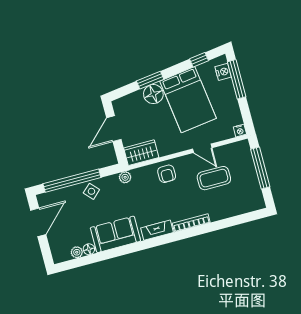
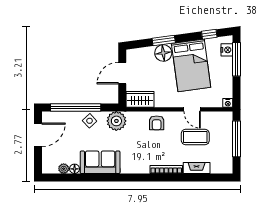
plant: (125, 177) -> (116, 121), width x1.88, depth x1.88
fireplace: (157, 230) -> (197, 168), moved

